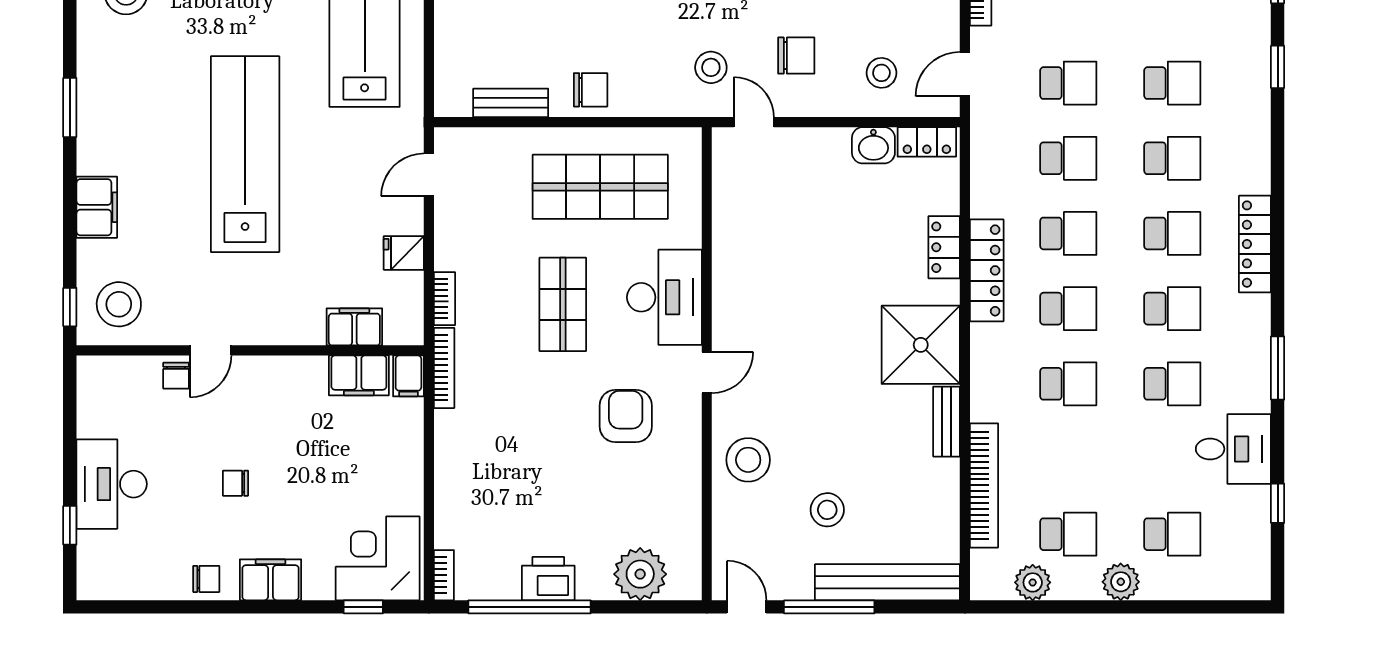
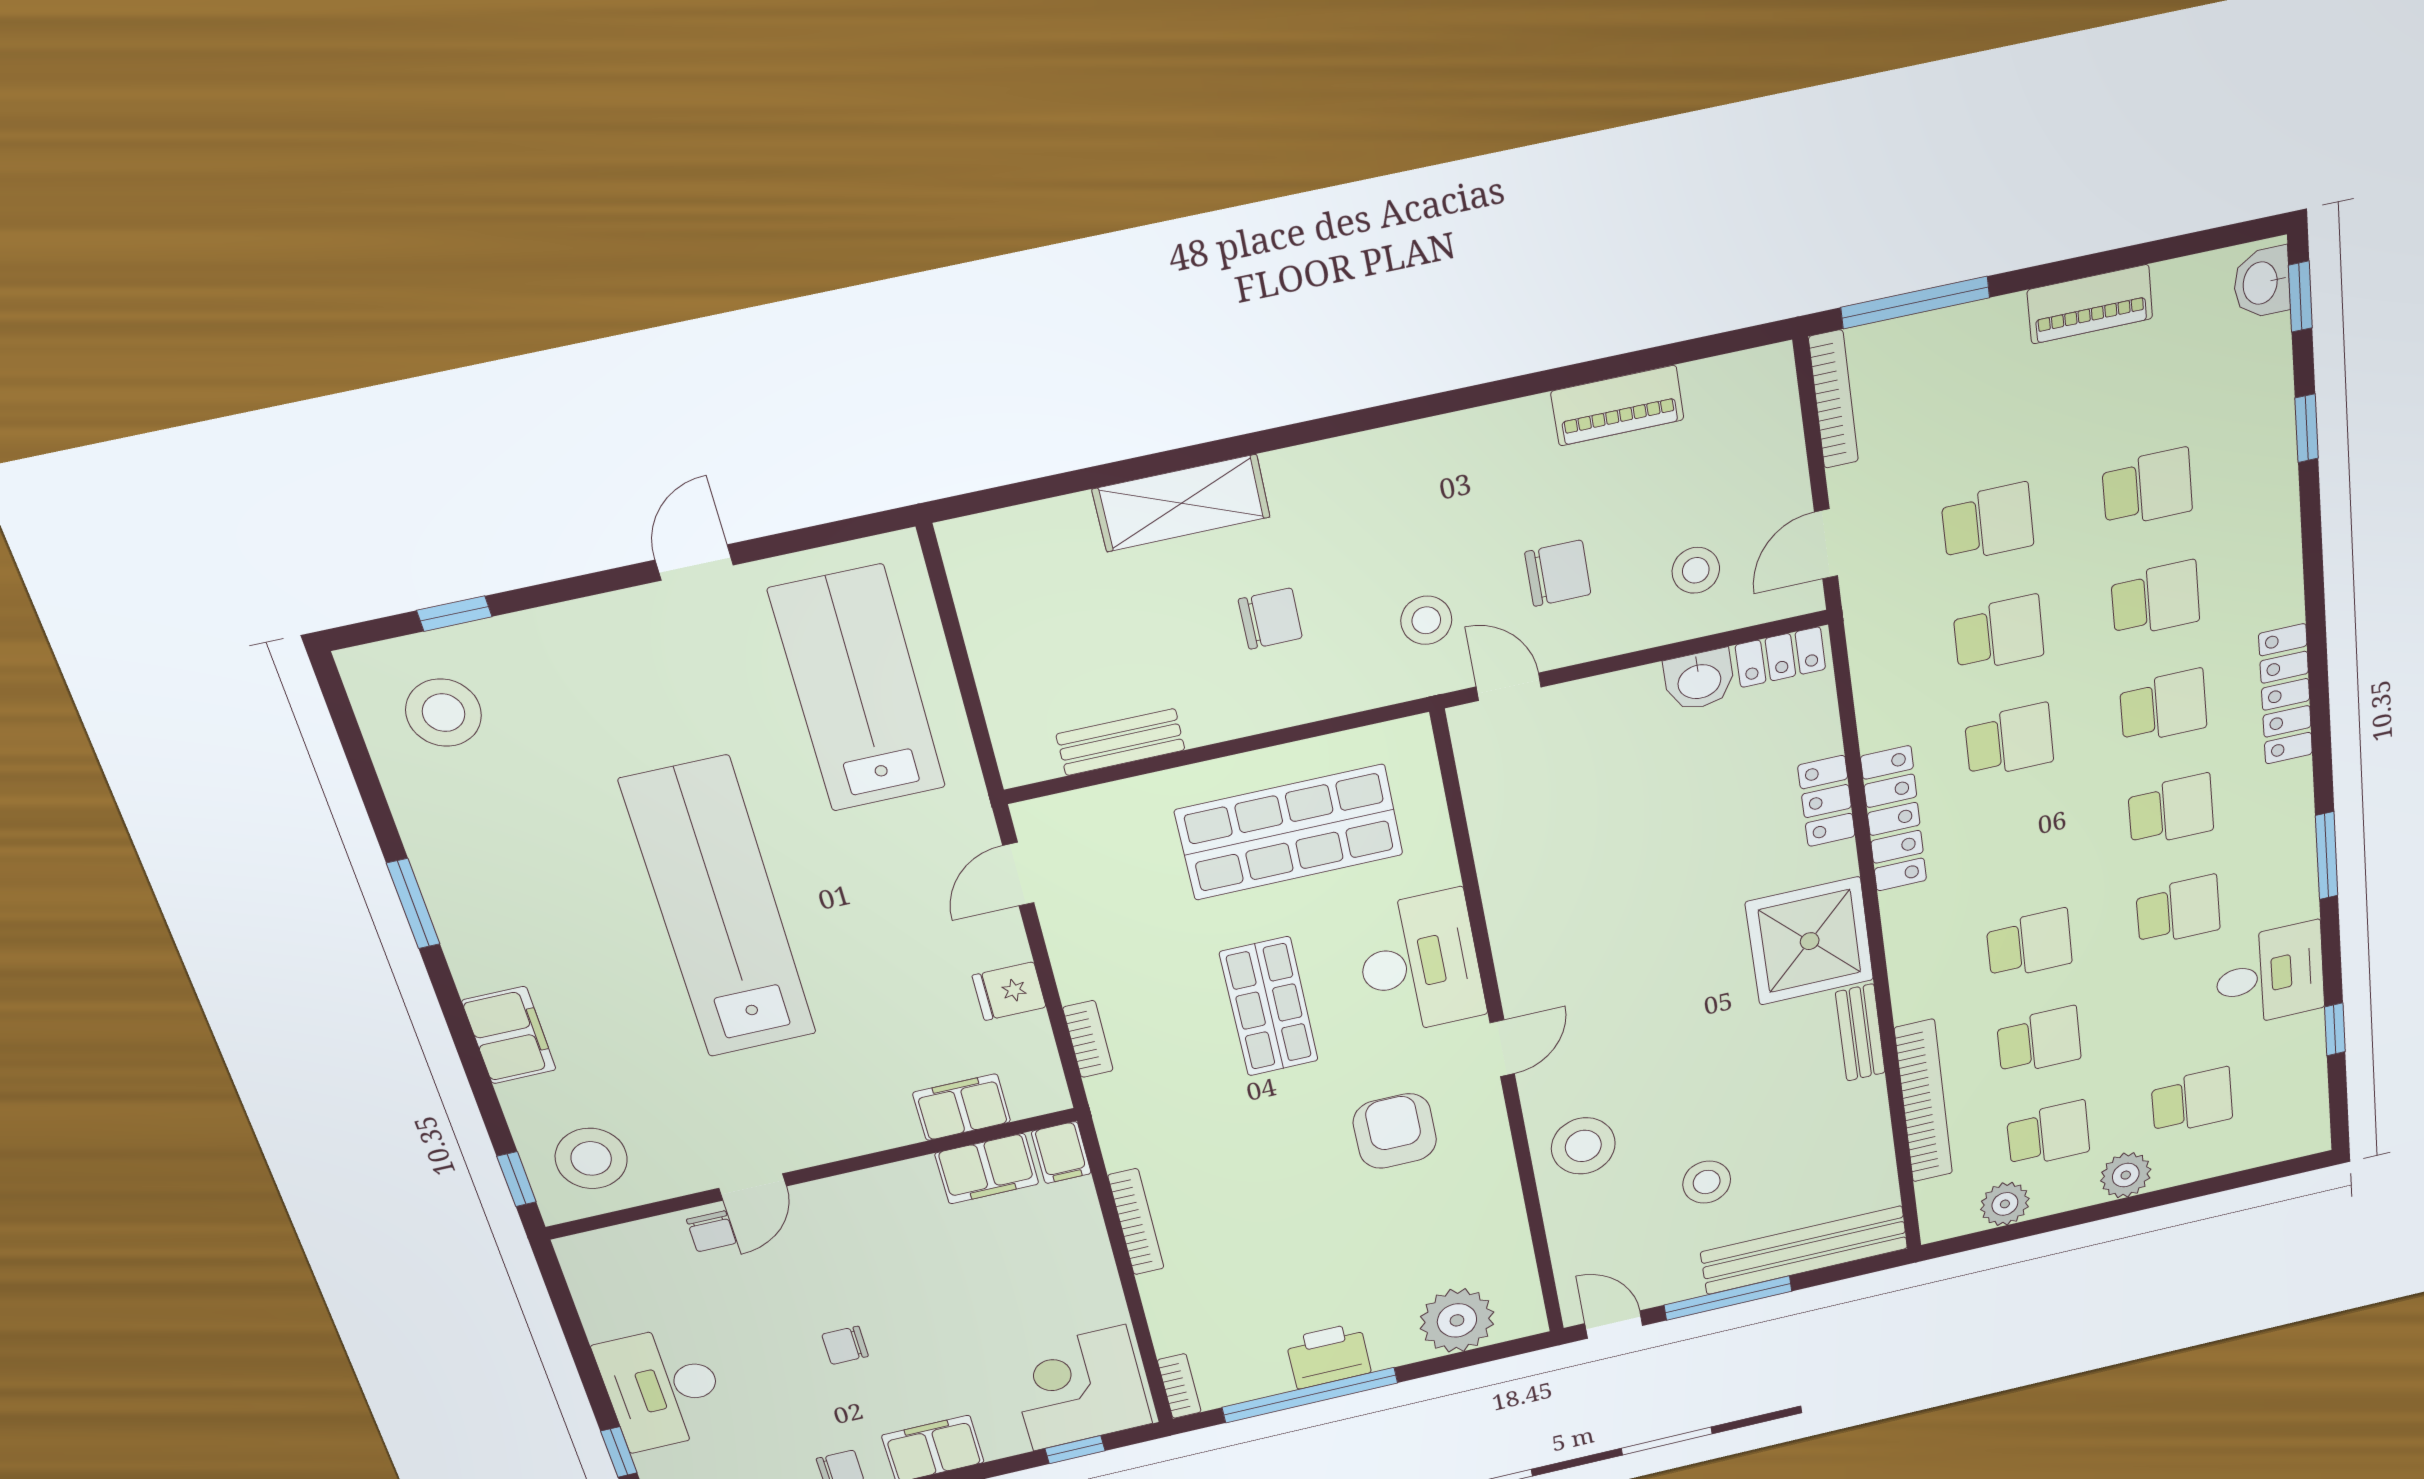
chair: (591, 90) -> (1270, 619), moved
school desk: (1068, 309) -> (2039, 1041), moved
bookcase: (444, 368) -> (1136, 1222), moved

